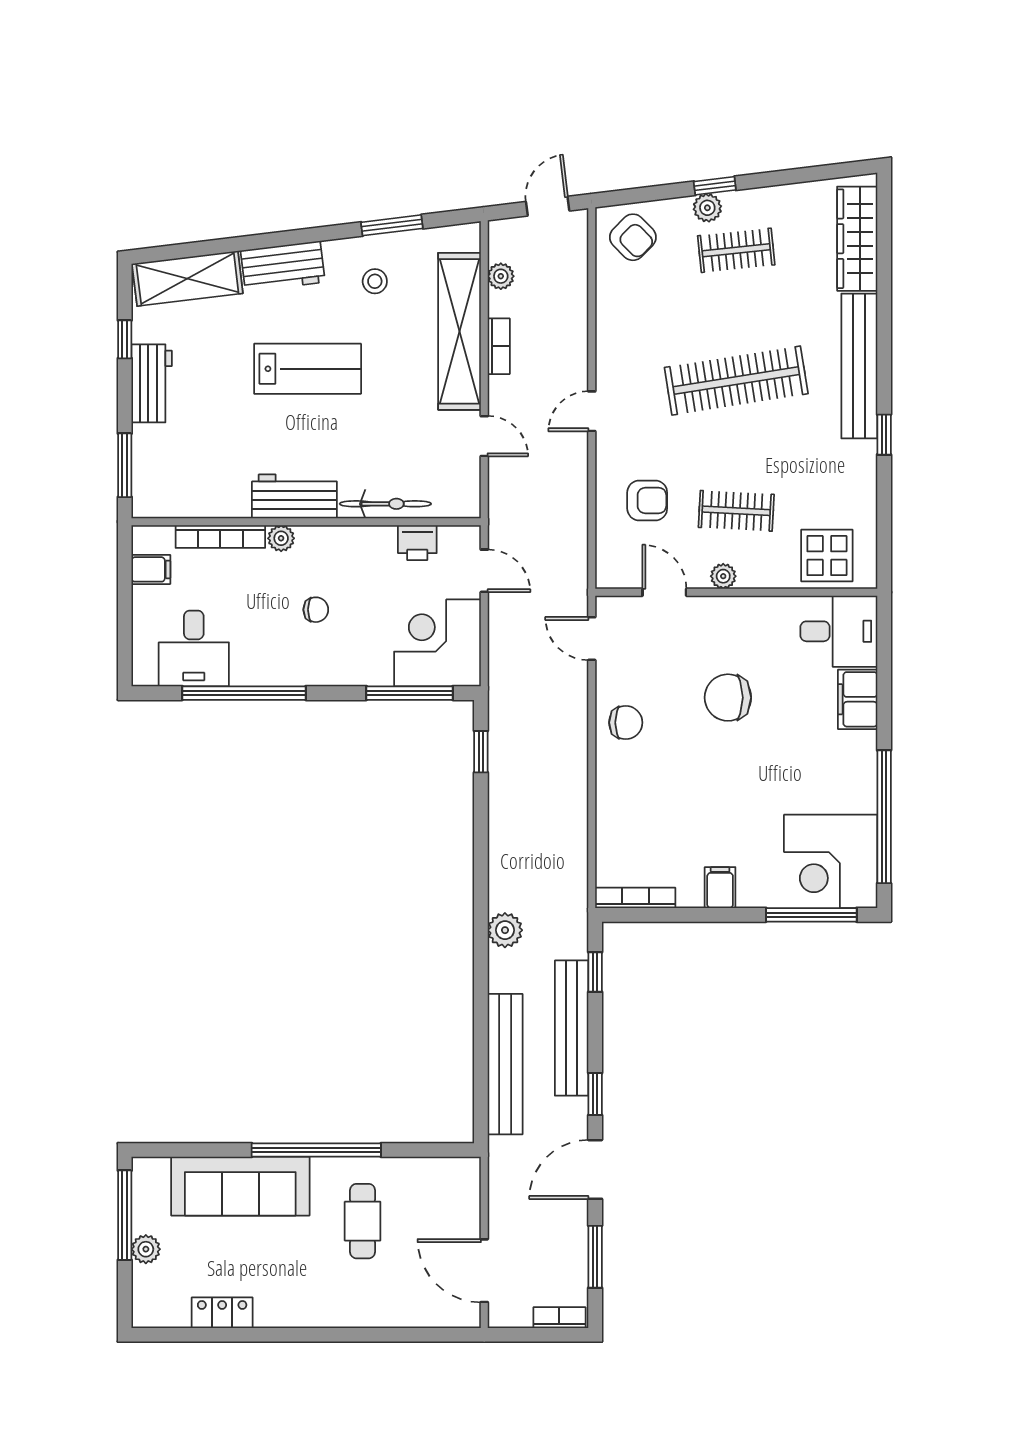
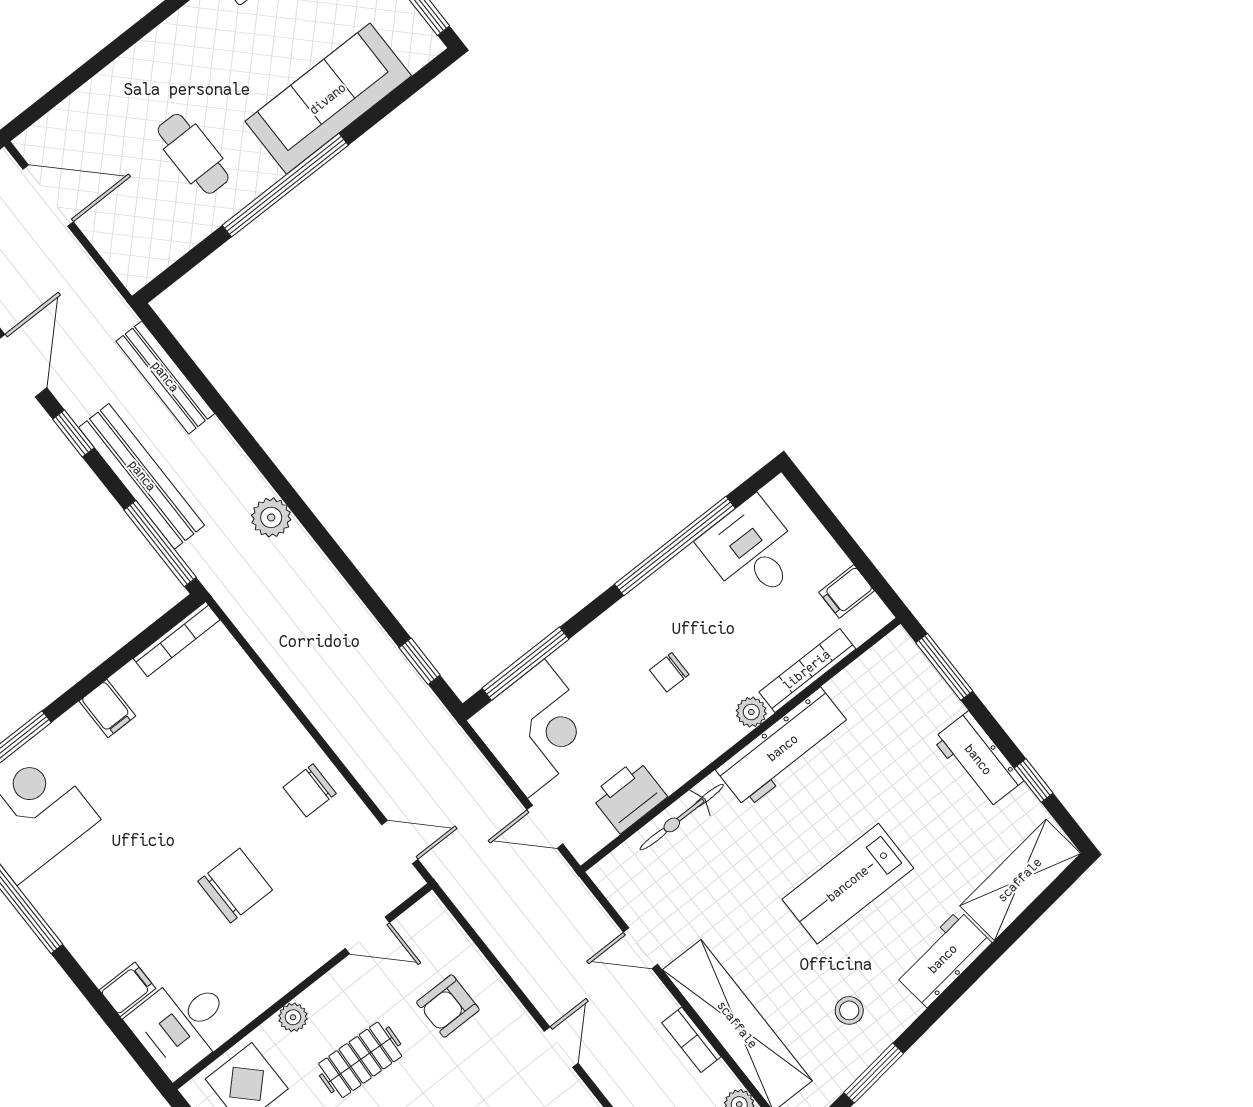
workbench: (294, 496) -> (783, 748), width x1.38
printer: (417, 543) -> (629, 796), width x1.36, depth x1.24
plant: (723, 576) -> (293, 1017), moved
filing cabinet: (858, 699) -> (127, 989), width x0.50
window: (595, 972) -> (160, 544), width x2.17
bench: (505, 1064) -> (165, 377), width x0.73, depth x0.82

